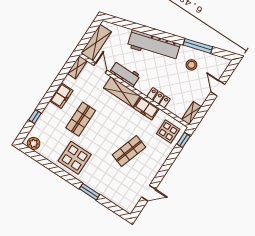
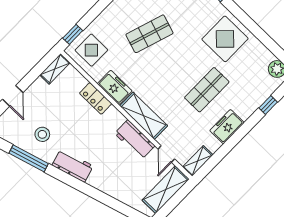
workbench: (154, 45) -> (73, 166), width x0.53, depth x0.76

